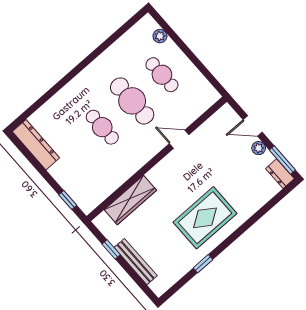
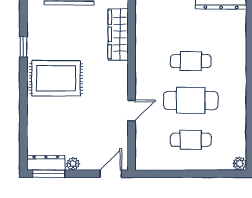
plant: (160, 36) -> (240, 164), moved
door: (253, 126) -> (111, 174), moved
dresser: (280, 174) -> (46, 163), width x1.44
rug: (205, 218) -> (56, 78), turned 90

